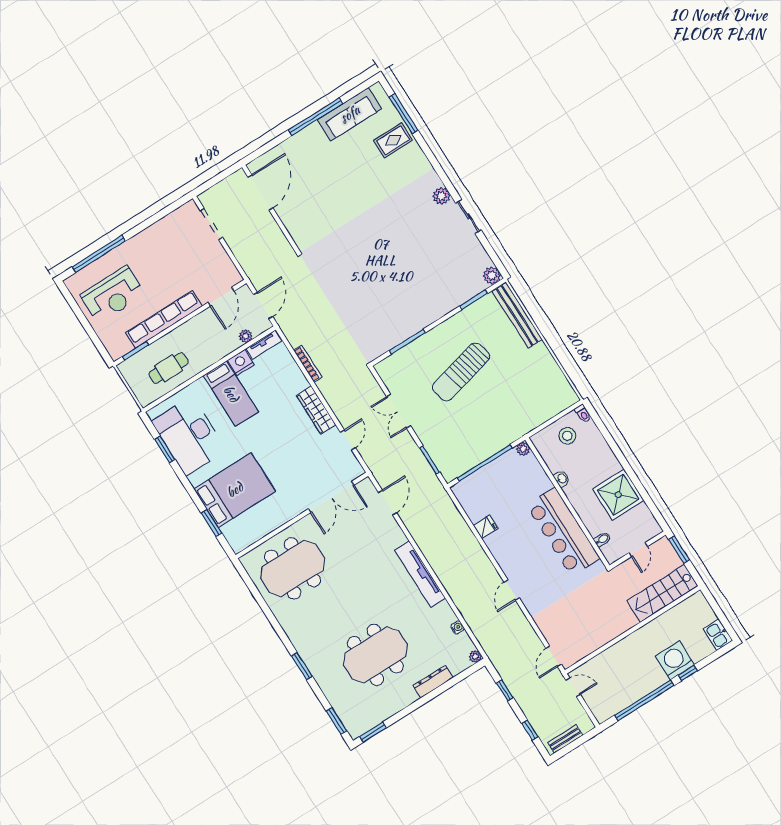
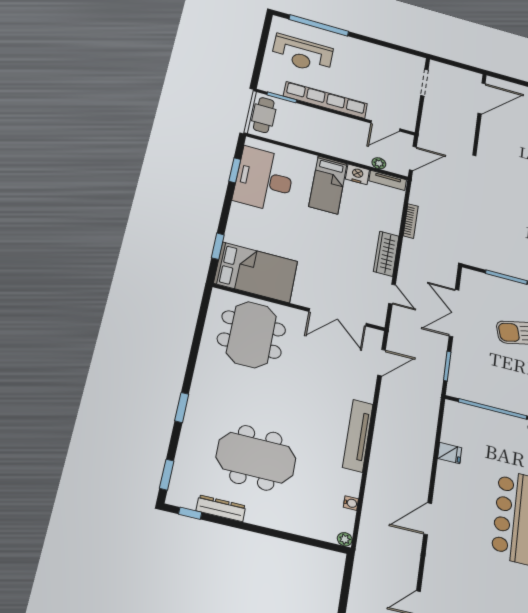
cafe table: (169, 368) -> (264, 115), moved, turned 90
double door: (399, 411) -> (454, 313), width x1.37
door: (348, 440) -> (392, 294), hinge flipped
bed: (235, 490) -> (256, 272), moved
meeting table: (293, 568) -> (251, 334), turned 90
door: (512, 590) -> (428, 519), width x1.38
dresser: (433, 682) -> (221, 508), moved
window: (505, 690) -> (345, 590), removed
window: (373, 732) -> (190, 513), width x0.67

